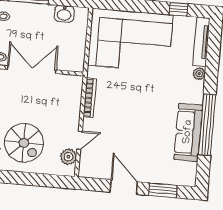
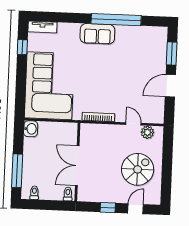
washbasin: (64, 14) -> (31, 129), moved
tv unit: (201, 42) -> (42, 27), width x0.71
plant: (199, 74) -> (75, 28), removed
sofa: (188, 132) -> (97, 34), moved, width x0.73

